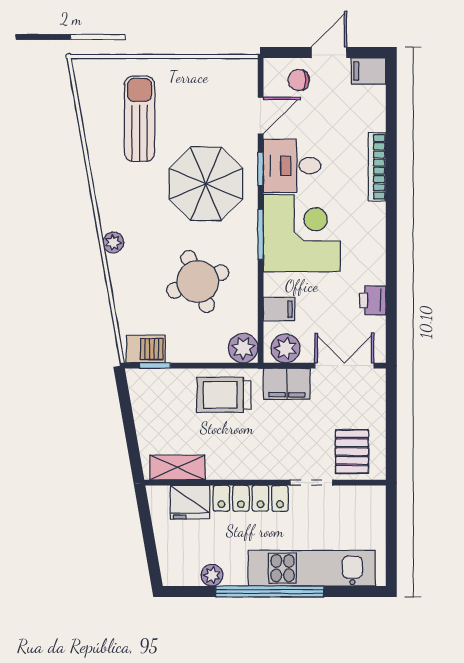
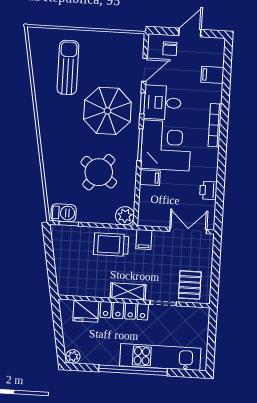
filing cabinet: (368, 71) -> (212, 75), moved
chair: (299, 80) -> (170, 49), turned -90
bookcase: (377, 167) -> (215, 125), moved
plant: (113, 243) -> (47, 144), removed
round table: (198, 282) -> (99, 172), turned -32
filing cabinet: (279, 309) -> (150, 178), moved
plant: (286, 348) -> (152, 217), removed
filing cabinet: (287, 384) -> (144, 239), width x0.50
shelving: (177, 467) -> (128, 291), moved
plant: (212, 575) -> (73, 356), moved

